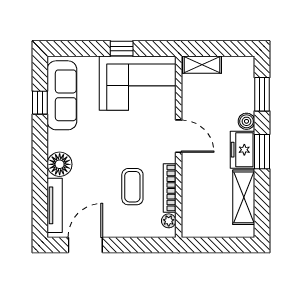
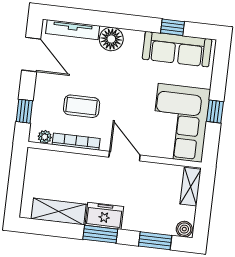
boiler: (246, 121) -> (184, 229), moved
door: (179, 136) -> (125, 156), swing flipped
window: (145, 245) -> (24, 111), added

